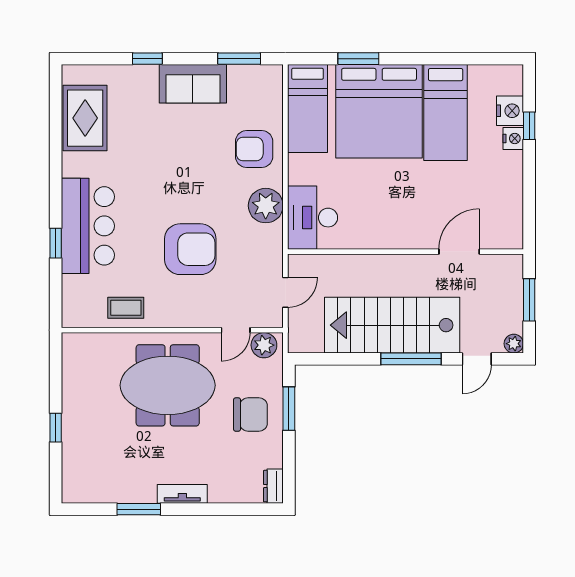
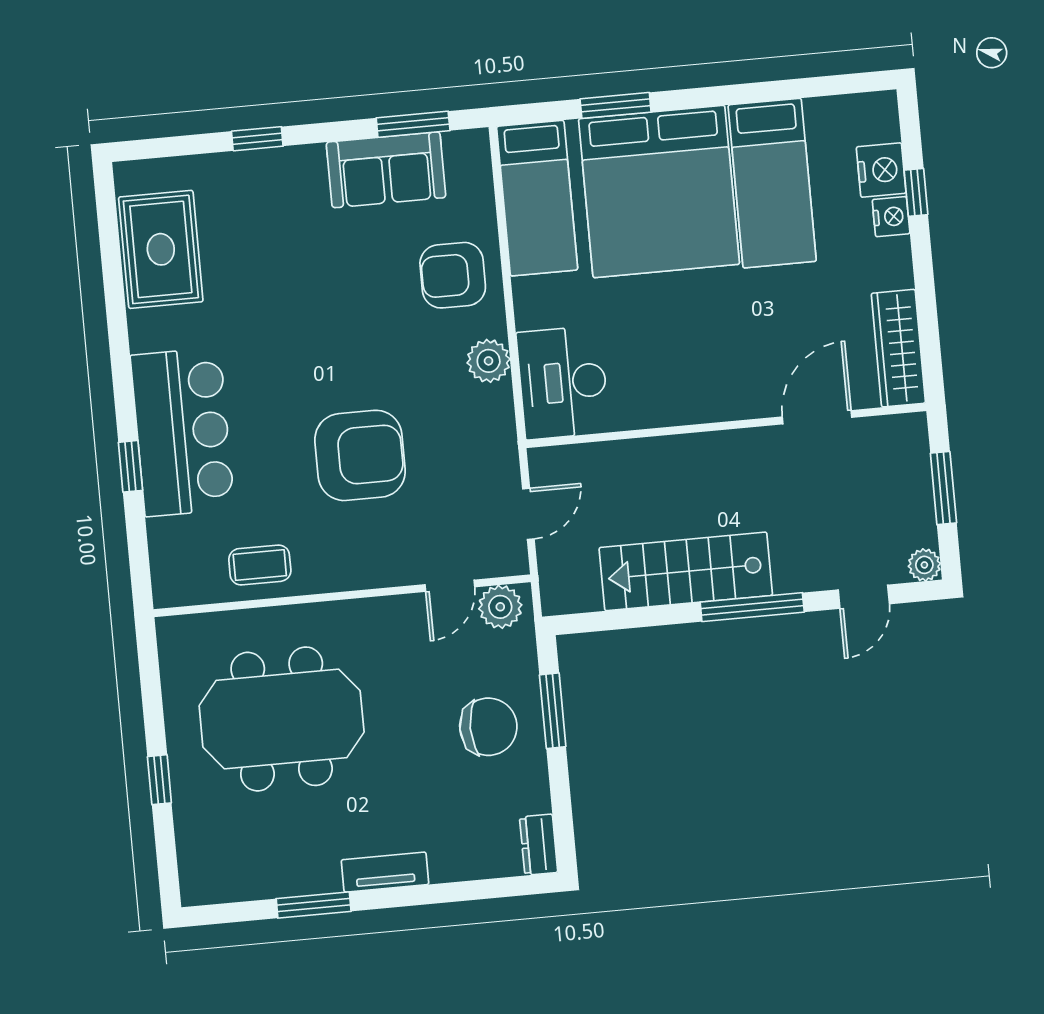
sofa: (193, 84) -> (386, 170), moved
plant: (266, 206) -> (489, 361), width x0.73, depth x0.73
wardrobe: (510, 216) -> (898, 348), added
stairs: (392, 325) -> (686, 571), width x0.73, depth x0.66
meeting table: (168, 385) -> (282, 719), moved

